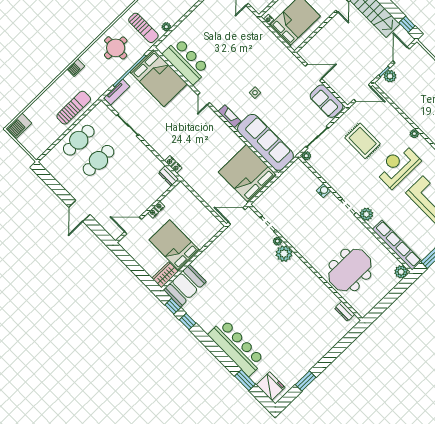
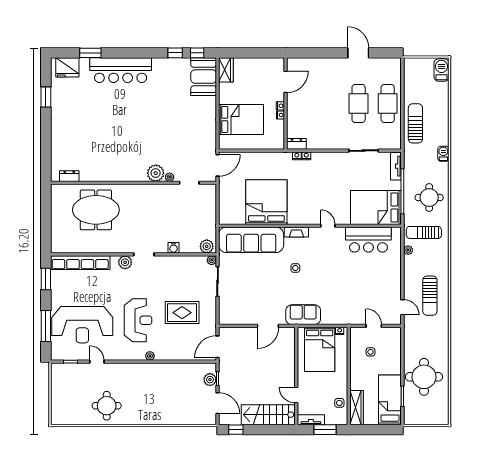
sofa: (327, 101) -> (303, 315), moved
sun lounger: (74, 108) -> (415, 123), turned 180
bed: (247, 174) -> (266, 202), moved, turned -90
door: (79, 211) -> (358, 53), moved
bed: (174, 245) -> (241, 119), moved
meeting table: (350, 270) -> (96, 210), turned 90
plant: (401, 272) -> (207, 246), moved

